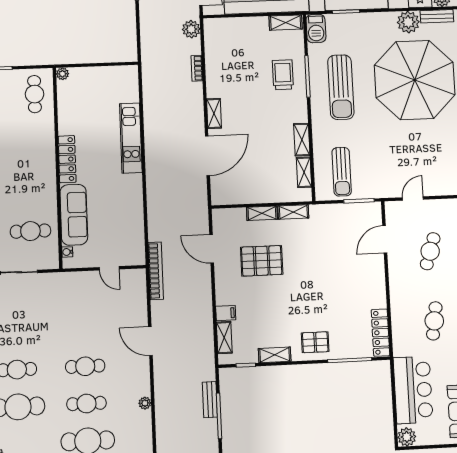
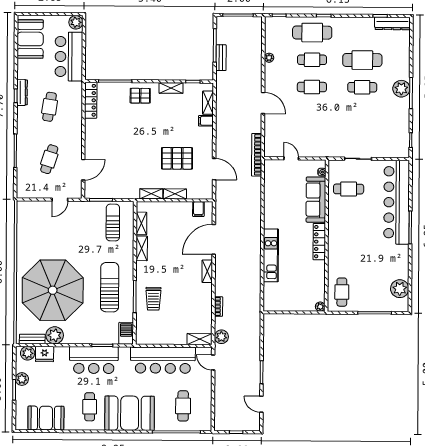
shelving: (286, 23) -> (200, 339), moved
filing cabinet: (230, 195) -> (198, 209), added

